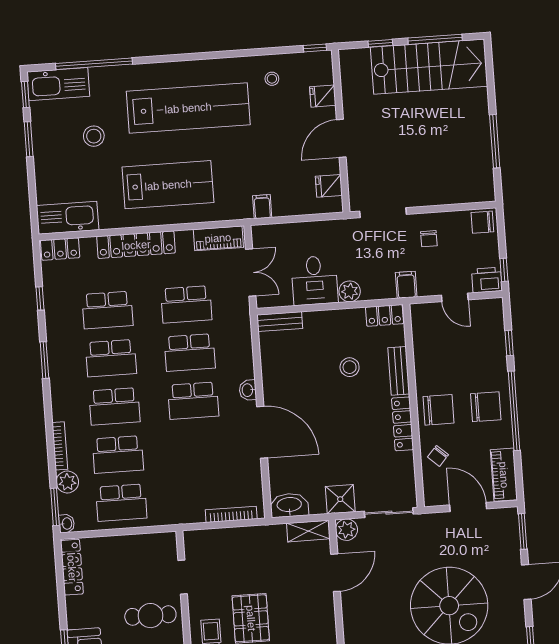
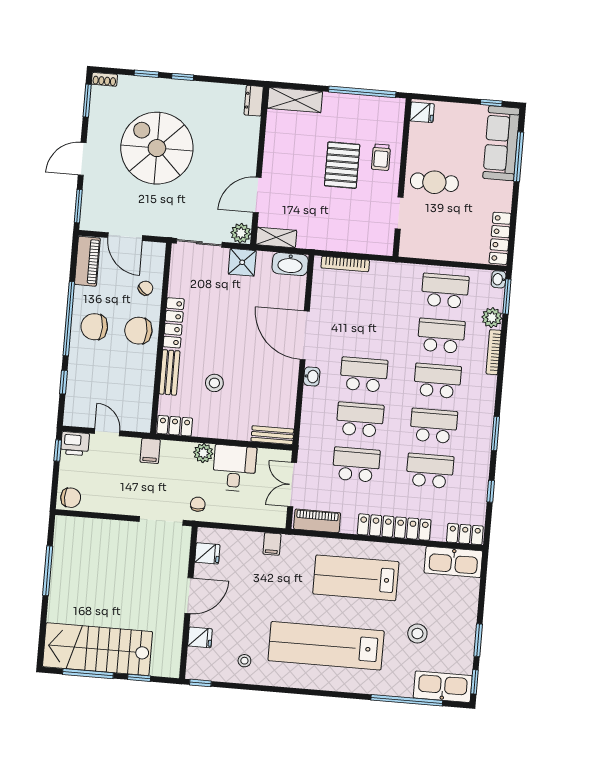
chair: (429, 239) -> (198, 504), moved

